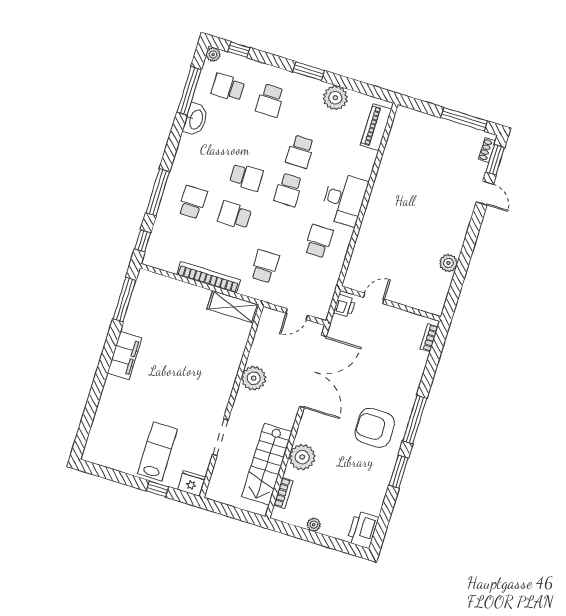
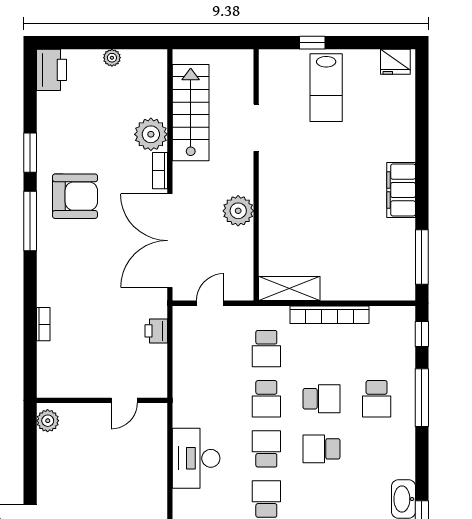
school desk: (319, 241) -> (266, 399), moved
door: (374, 298) -> (124, 400), moved
wall: (391, 304) -> (102, 400), moved
fridge: (192, 483) -> (395, 62), moved
bookcase: (283, 493) -> (160, 171), moved

